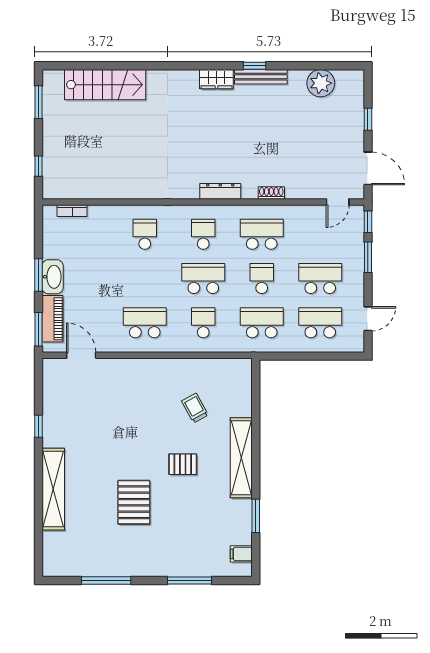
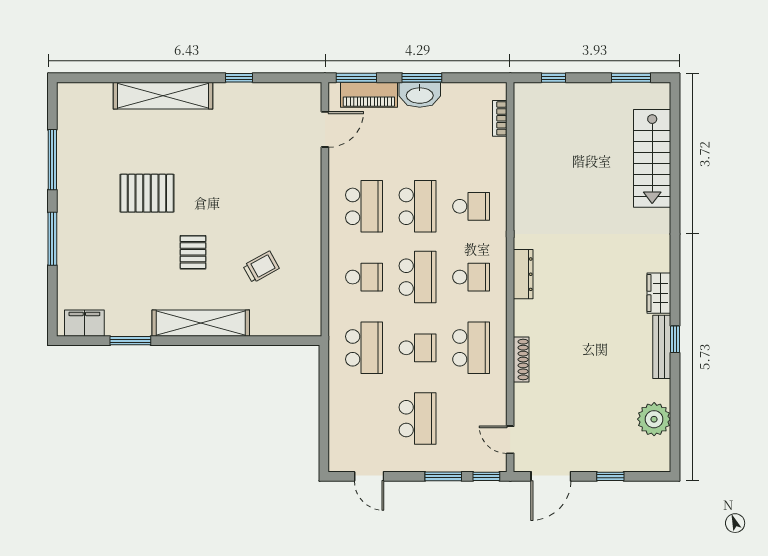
dresser: (220, 191) -> (523, 274), moved
shoe rack: (271, 193) -> (521, 360), width x1.43
school desk: (320, 323) -> (418, 206), moved
filing cabinet: (241, 554) -> (84, 323), width x2.00
window: (190, 580) -> (52, 239), moved

